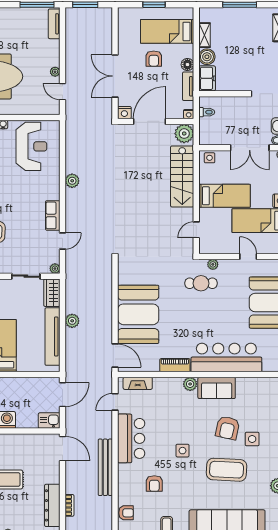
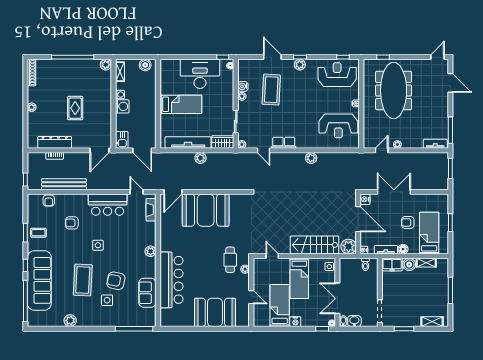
door: (248, 257) -> (251, 297), hinge flipped
piano: (175, 365) -> (165, 239), removed
sofa: (217, 388) -> (147, 293), moved
bench: (105, 467) -> (64, 184), moved

